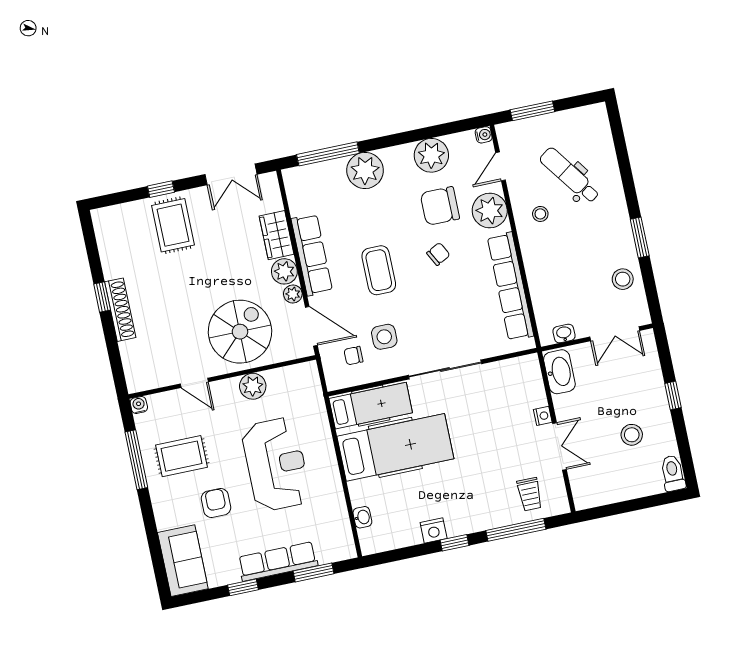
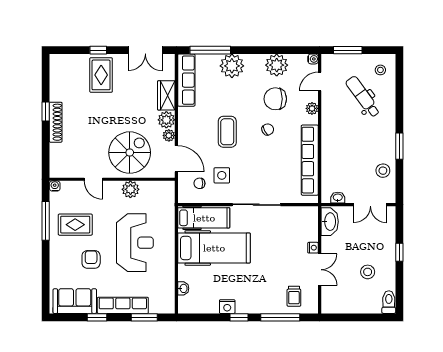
plant: (490, 211) -> (312, 108), width x0.53, depth x0.53
stool: (540, 214) -> (380, 70), moved
row of seats: (312, 255) -> (186, 80), moved
sofa: (183, 561) -> (75, 301), moved, turned -90

